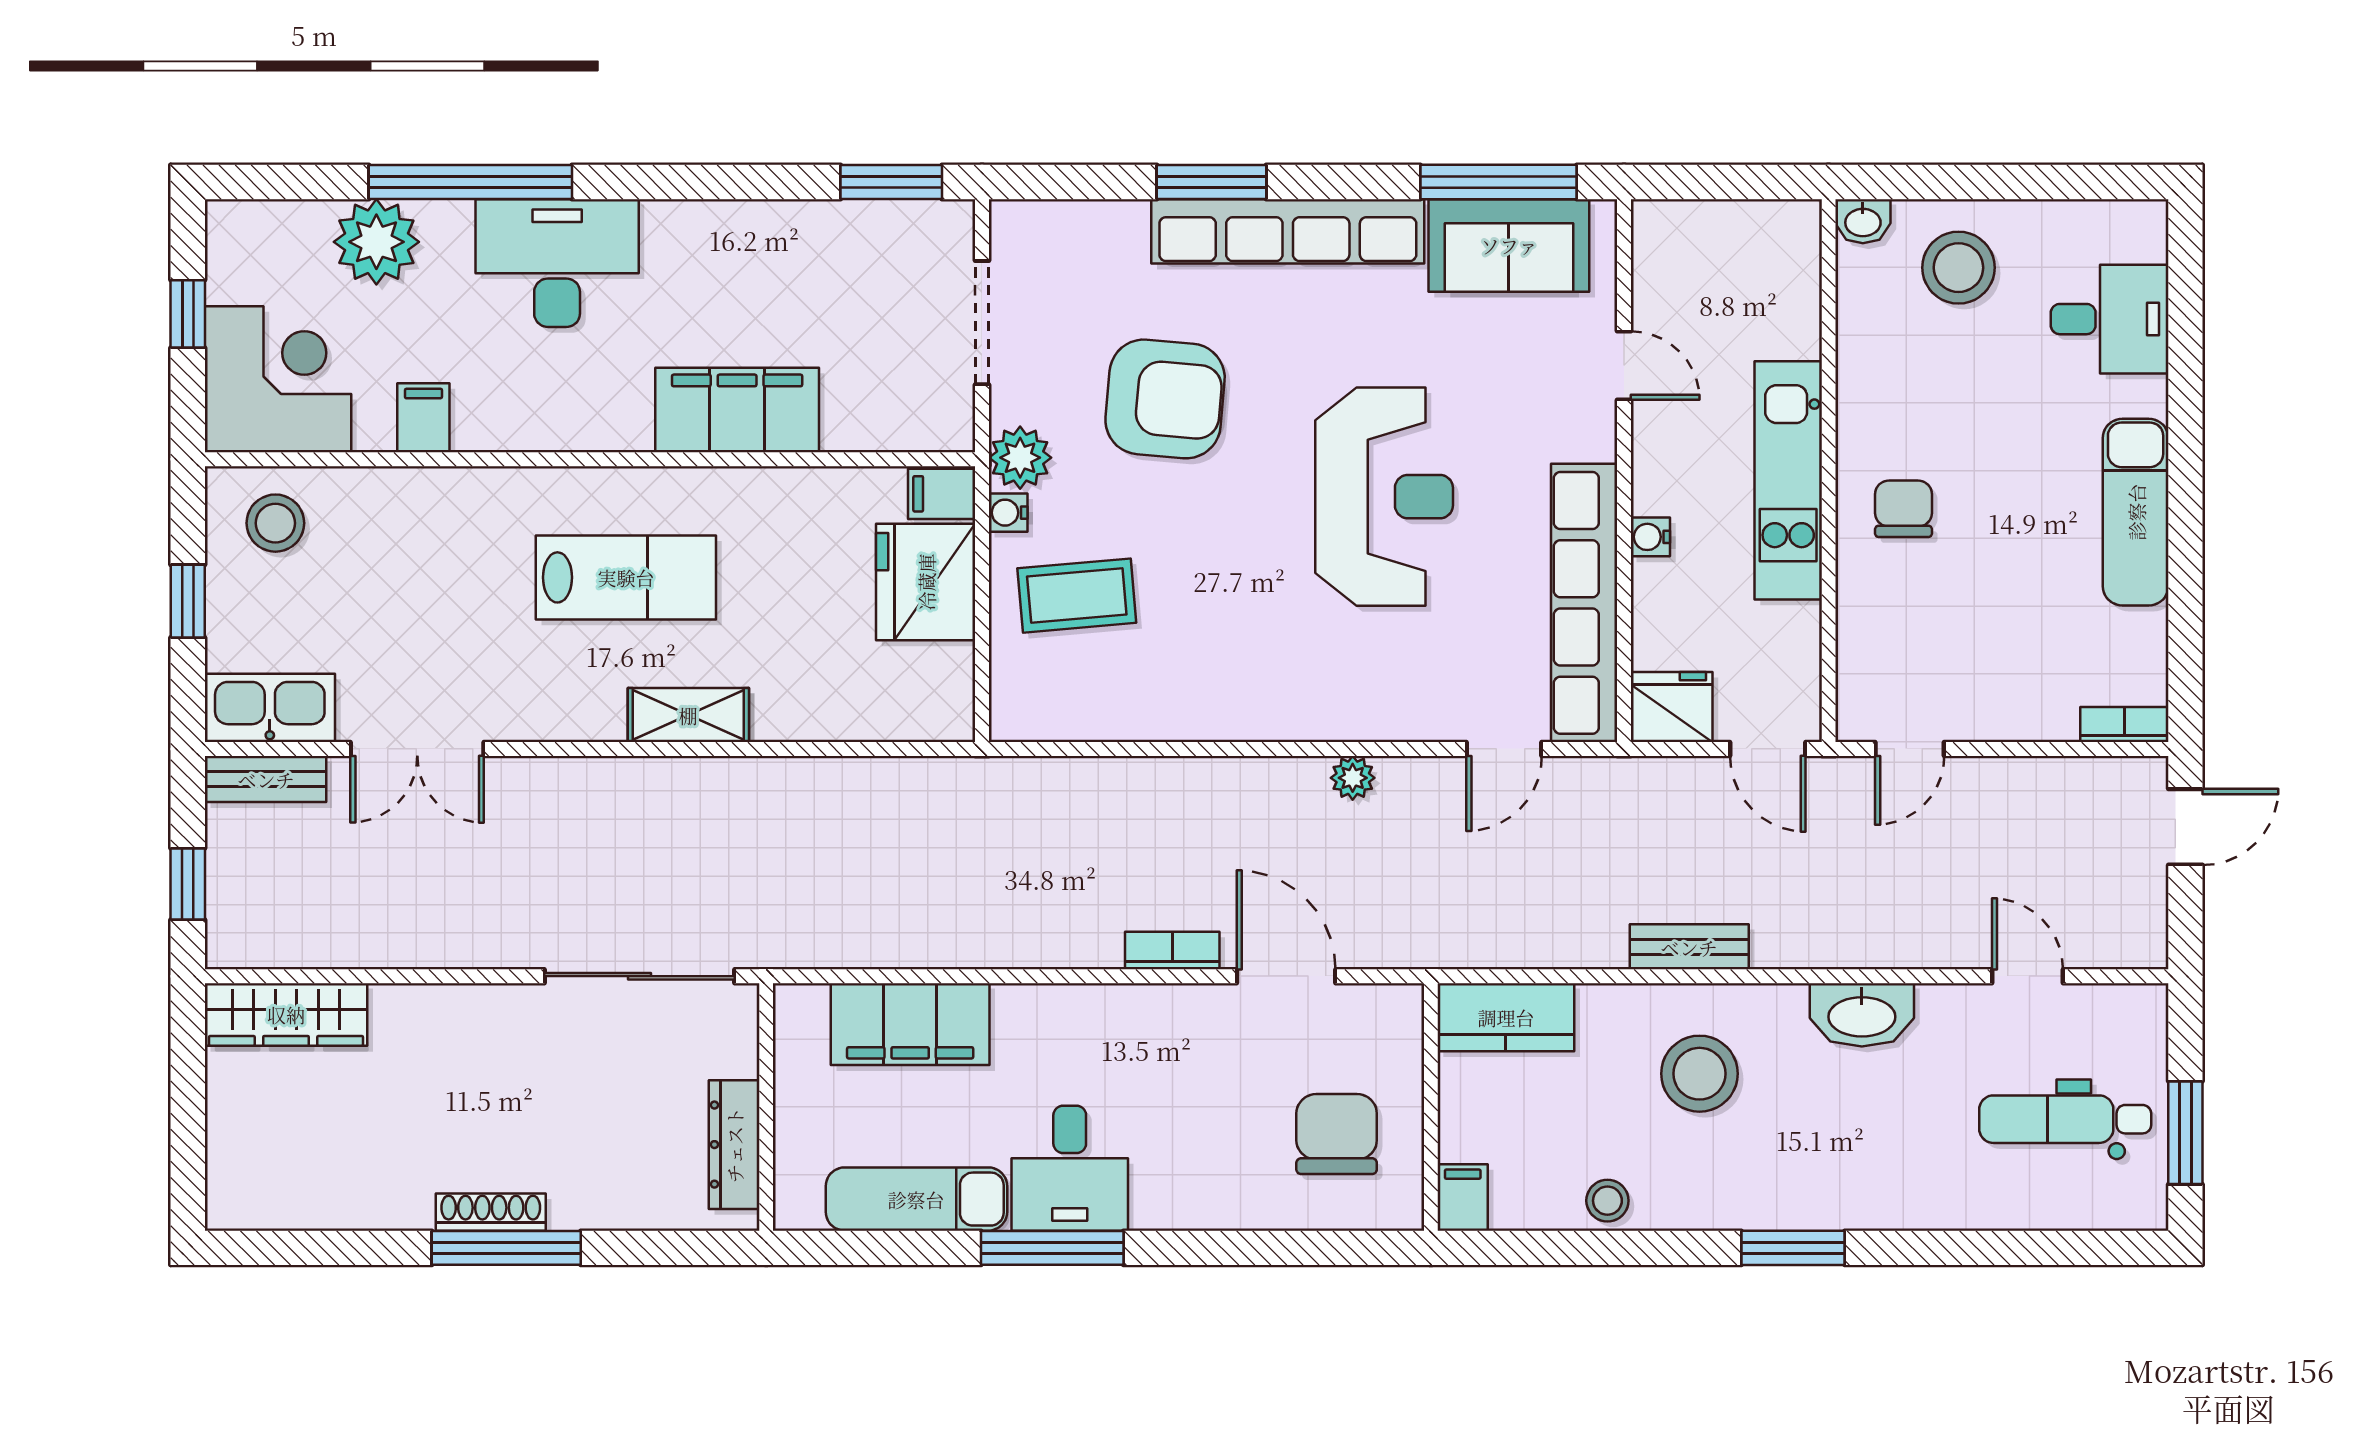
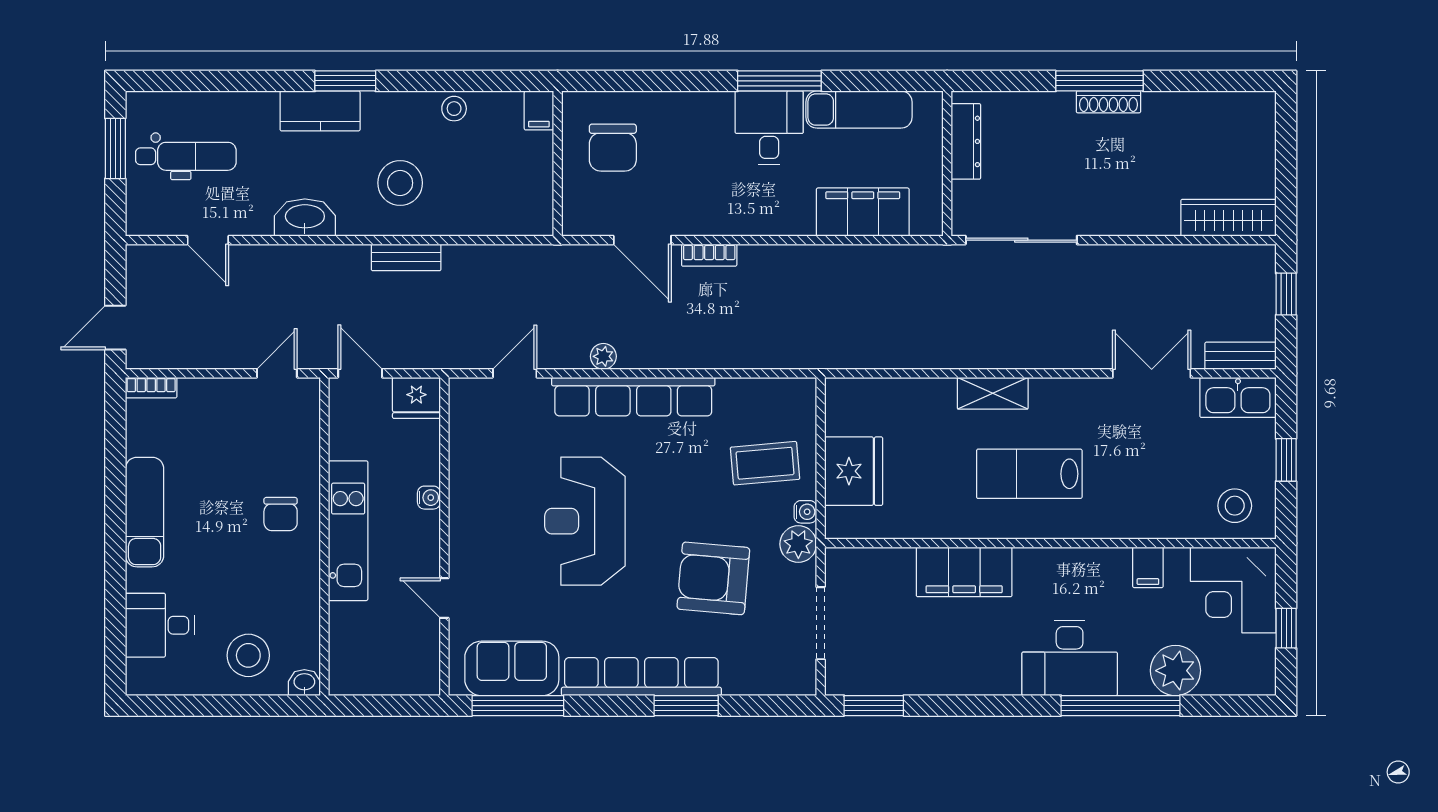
filing cabinet: (942, 494) -> (844, 523), removed
row of seats: (1584, 603) -> (633, 397), moved, turned 90
kitchen counter: (1506, 1017) -> (320, 111), moved, turned 180

